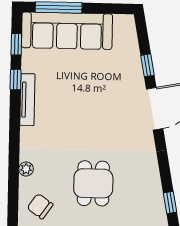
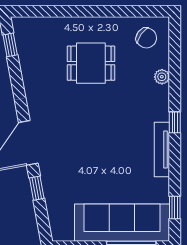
window: (16, 80) -> (175, 122), moved
dining table: (93, 183) -> (91, 63), turned 90

